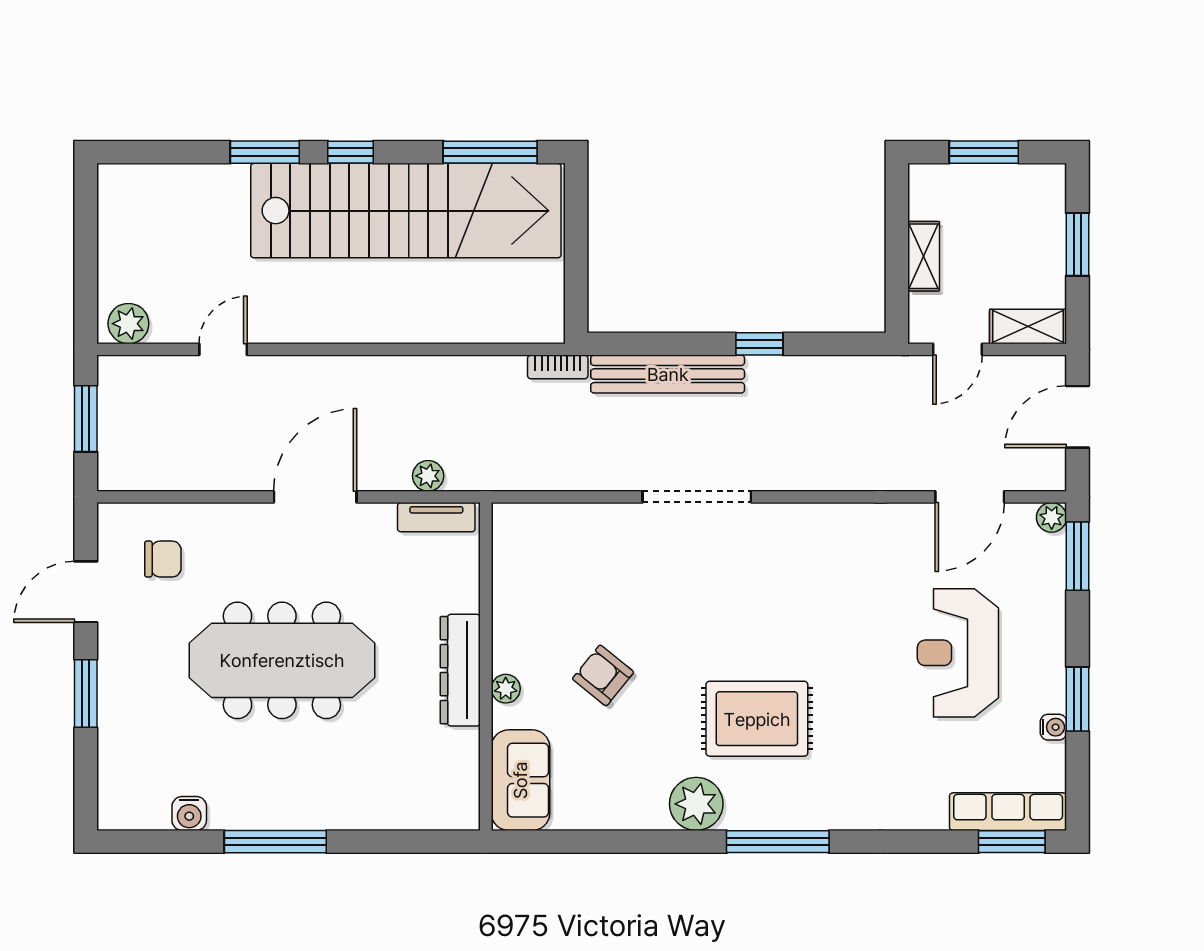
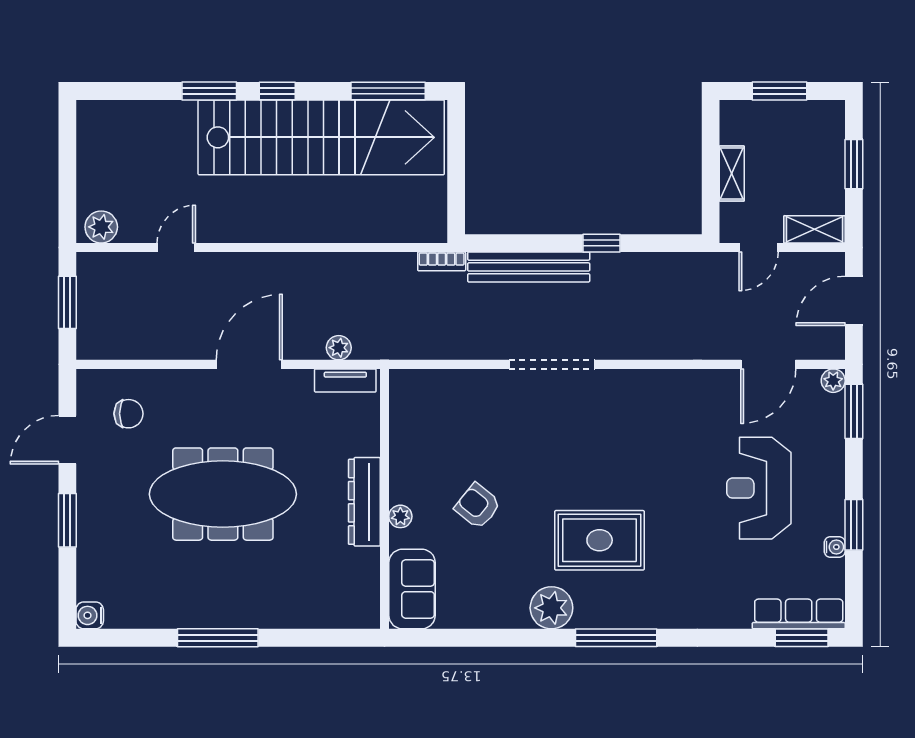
water cooler: (189, 813) -> (90, 615), moved, turned 90

